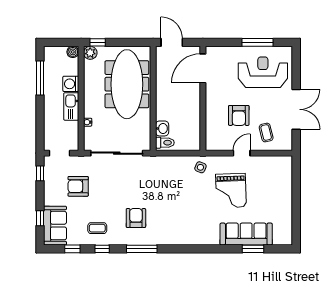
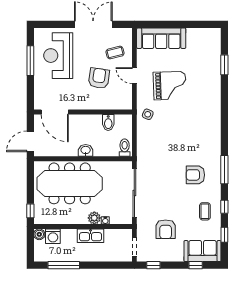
plant: (90, 53) -> (94, 218), moved
washing machine: (71, 84) -> (53, 236), moved
armchair: (239, 115) -> (99, 78), turned -82
bidet: (192, 125) -> (108, 122), added
washbasin: (162, 128) -> (86, 150), moved
sofa: (246, 234) -> (161, 38), moved, turned -90

